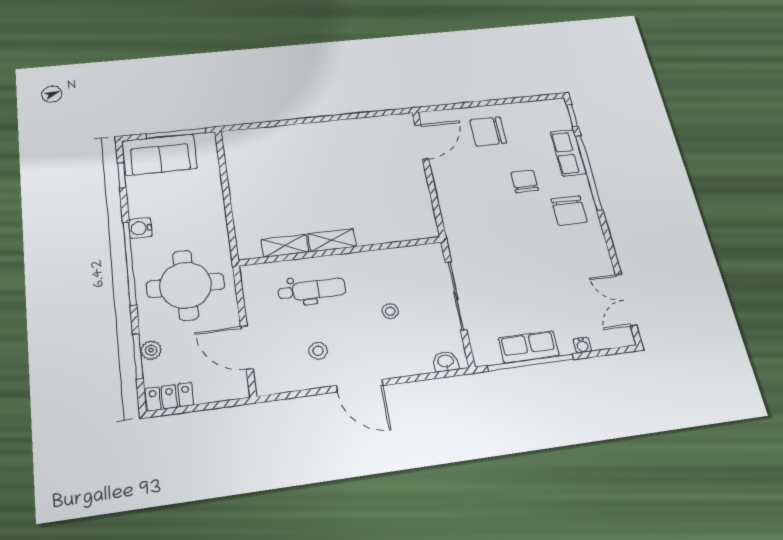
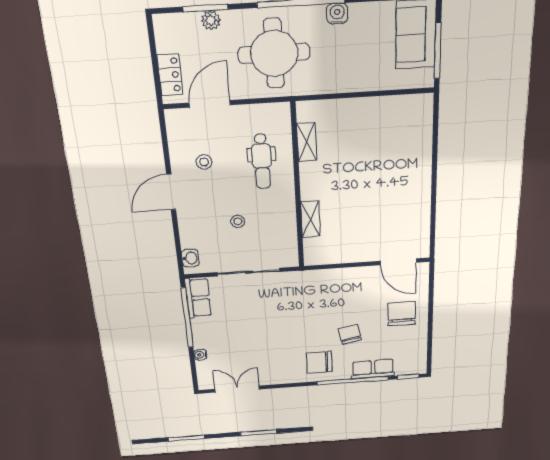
chair: (525, 181) -> (350, 334), turned -102
shelving: (332, 240) -> (310, 219), moved
row of seats: (529, 347) -> (198, 298), moved
locker: (169, 397) -> (170, 75), moved

